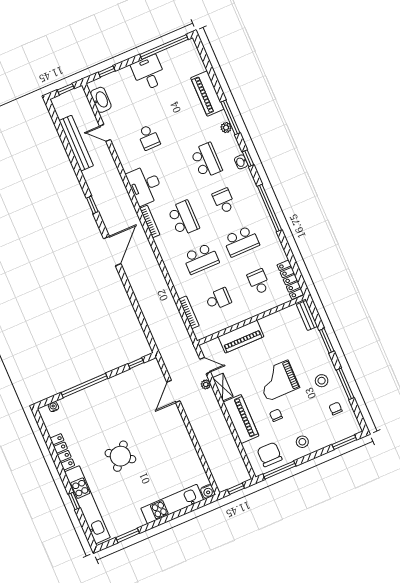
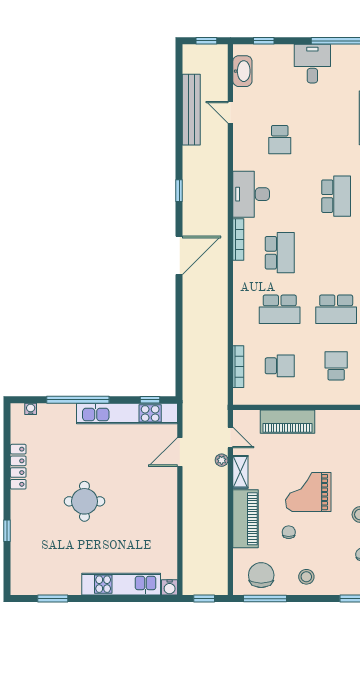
school desk: (224, 201) -> (336, 253), removed
round table: (120, 456) -> (84, 501), turned -38
kitchen unit: (87, 505) -> (127, 413), moved, turned 90

